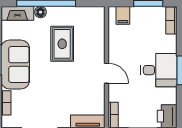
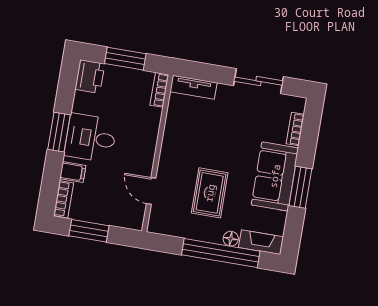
filing cabinet: (123, 15) -> (73, 172), moved, turned 90
door: (106, 73) -> (151, 191), moved

